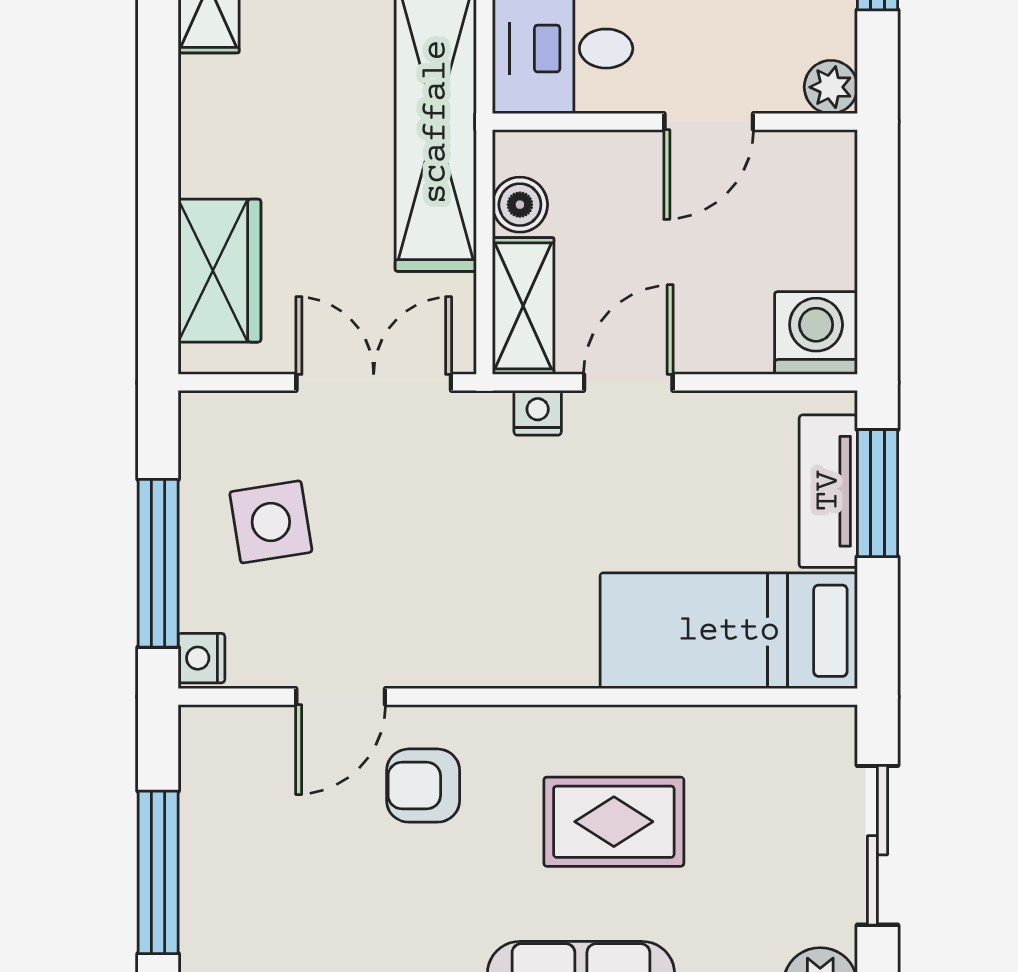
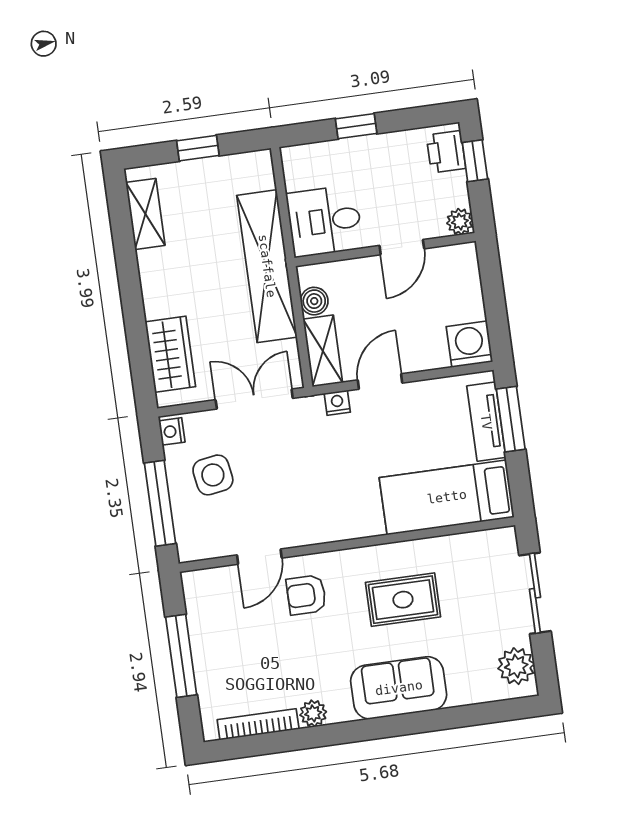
nightstand: (201, 658) -> (172, 431), moved

